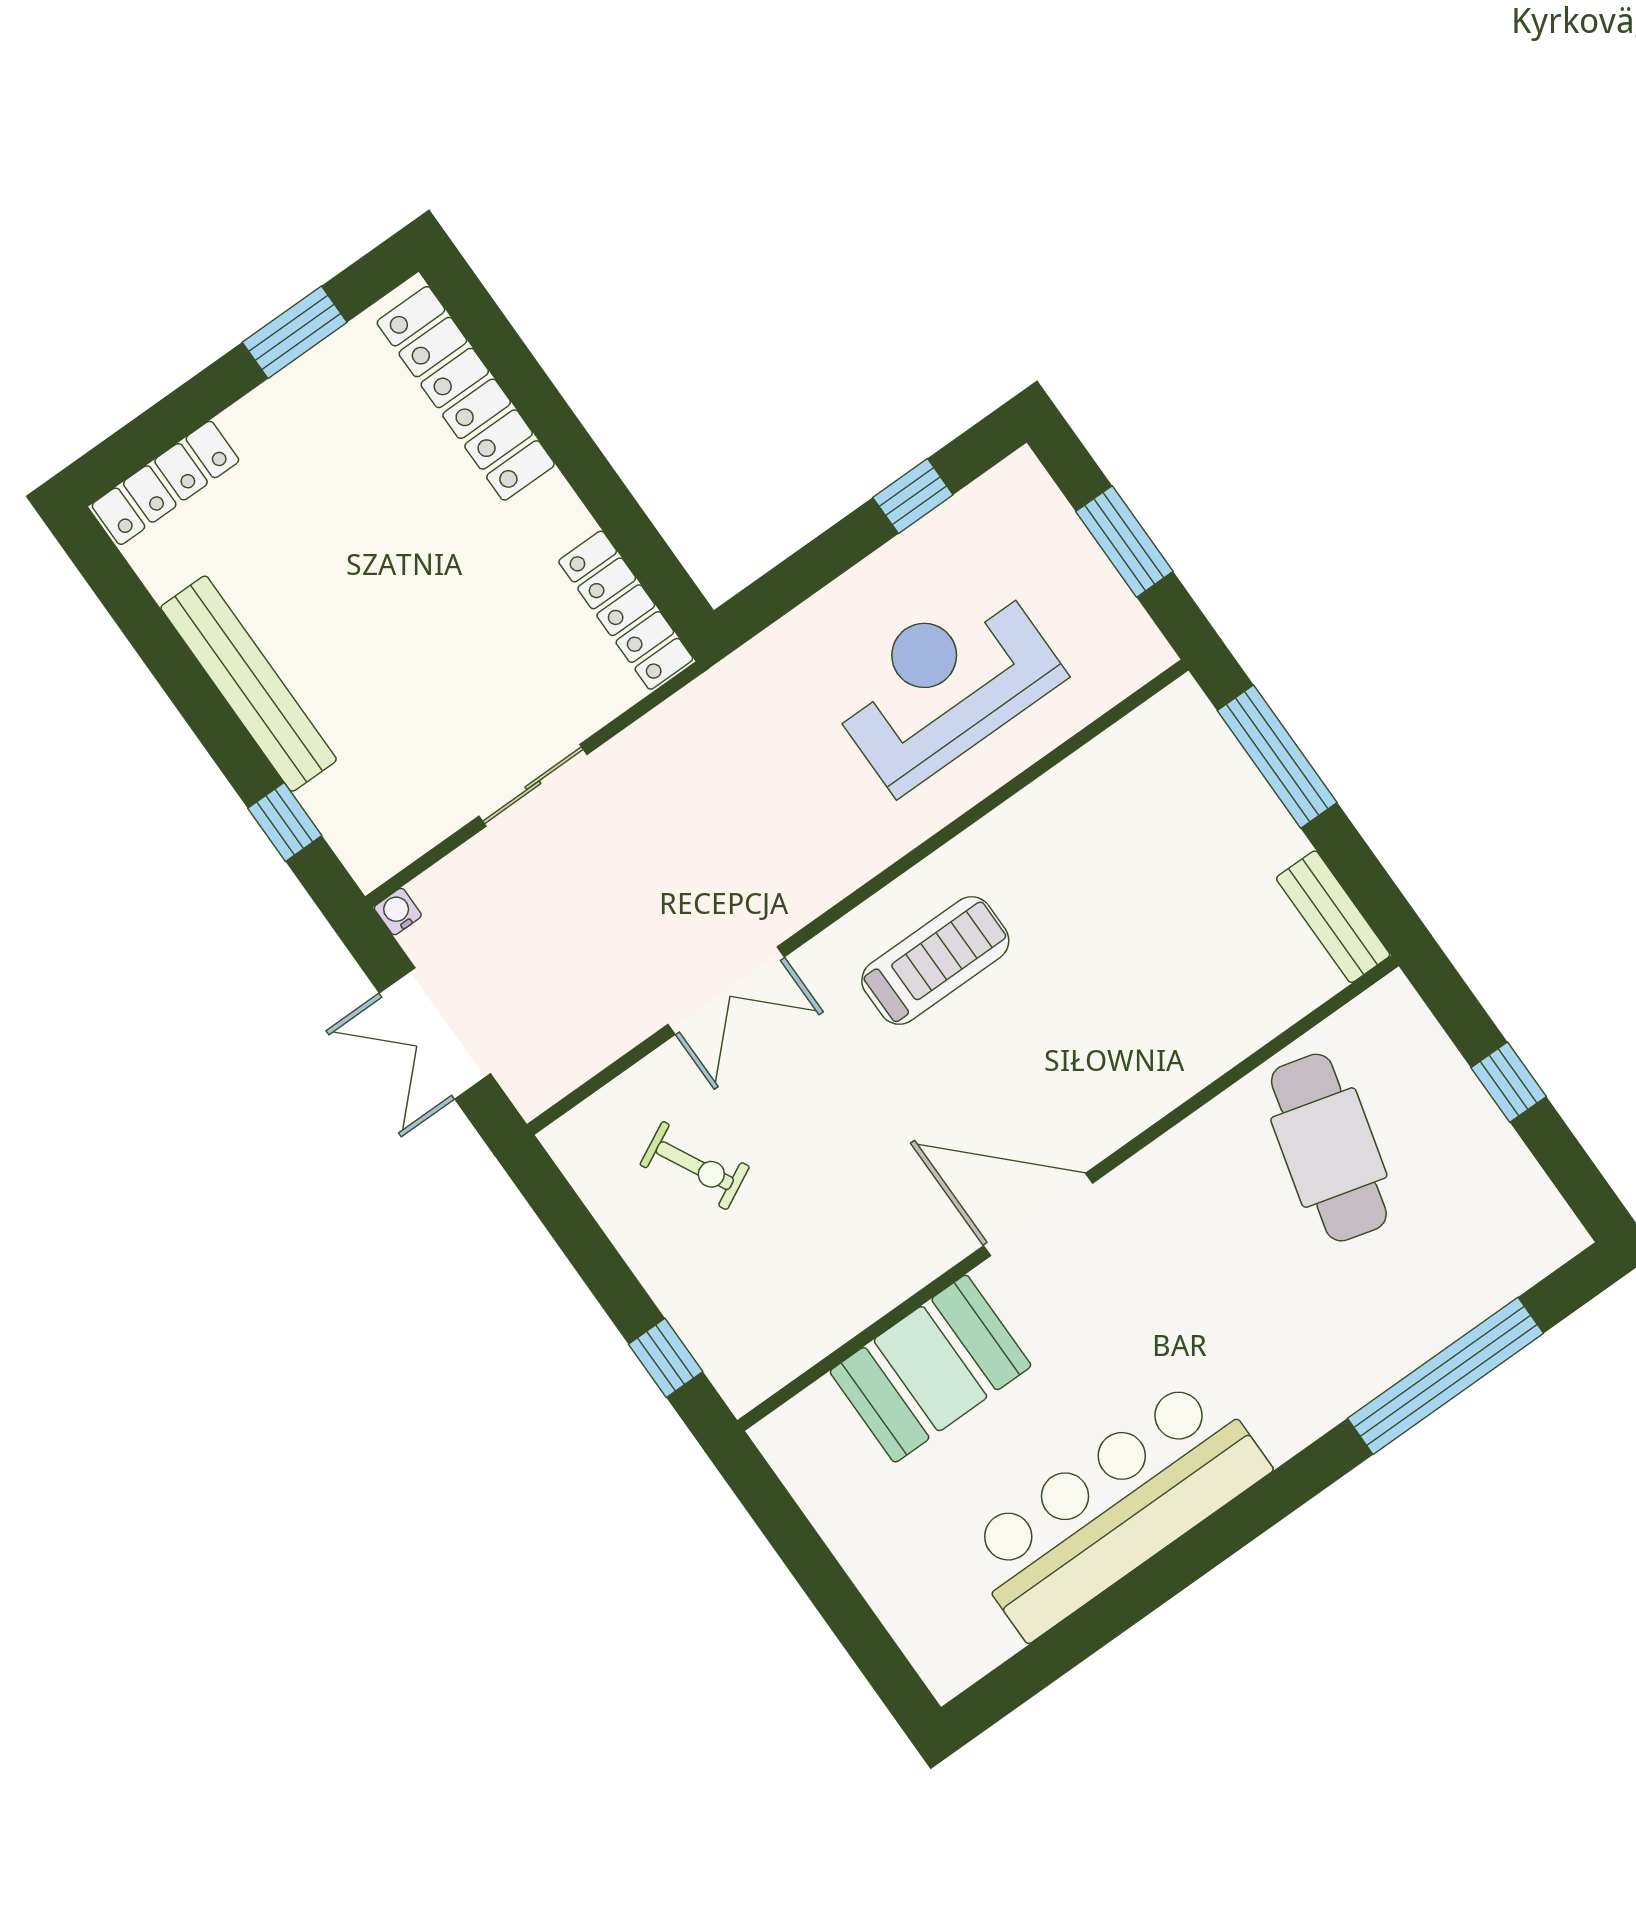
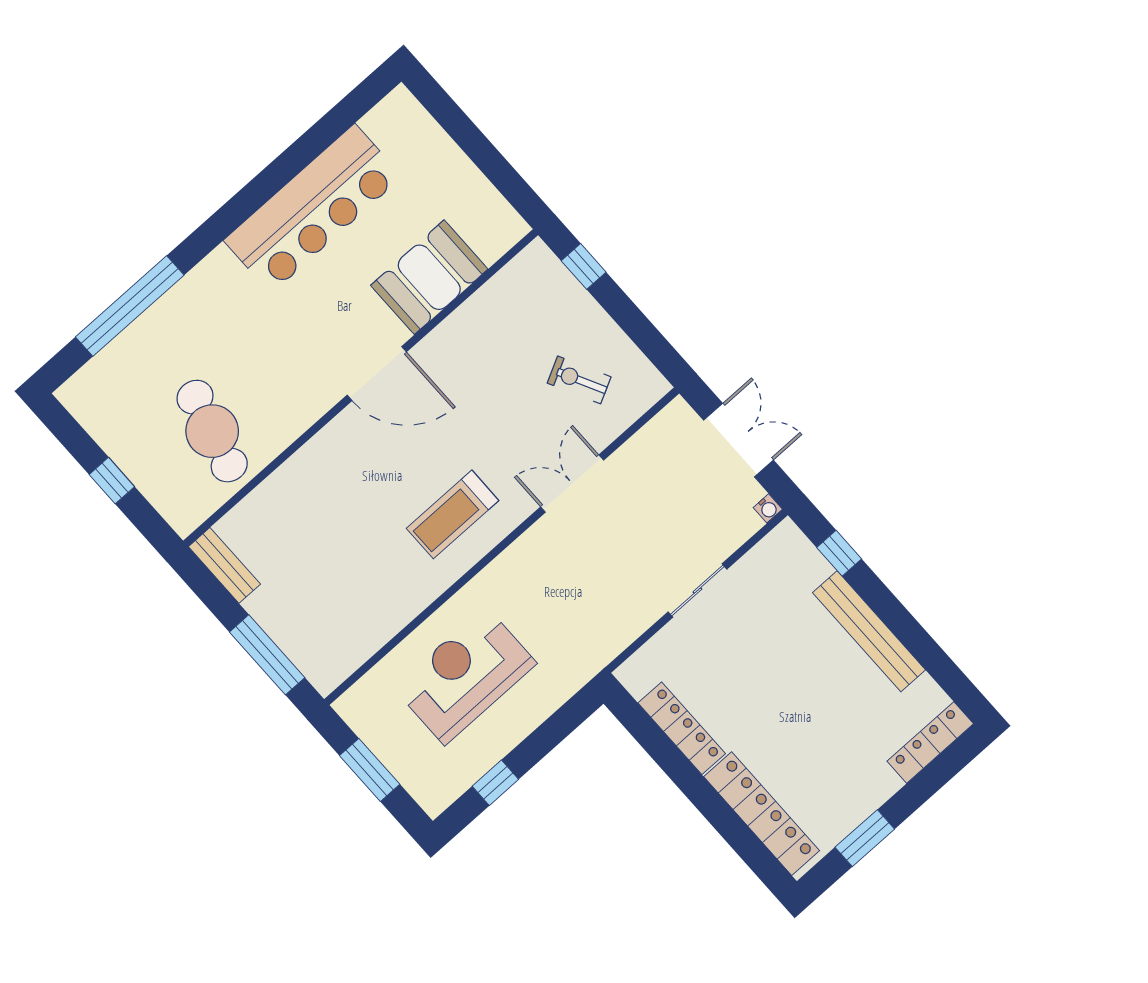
locker: (626, 610) -> (682, 728), moved
reception desk: (944, 684) -> (465, 676), turned 180

